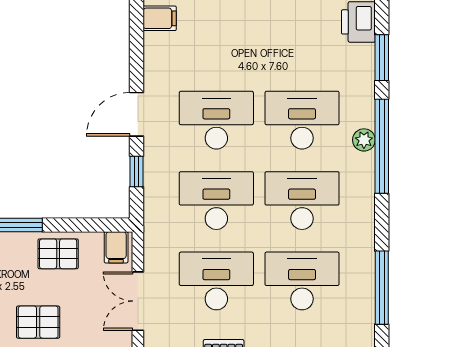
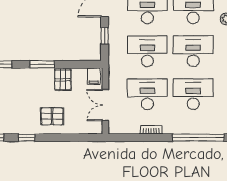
pallet: (58, 254) -> (63, 80), turned 90

